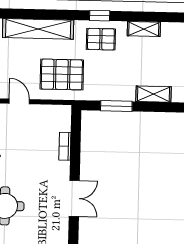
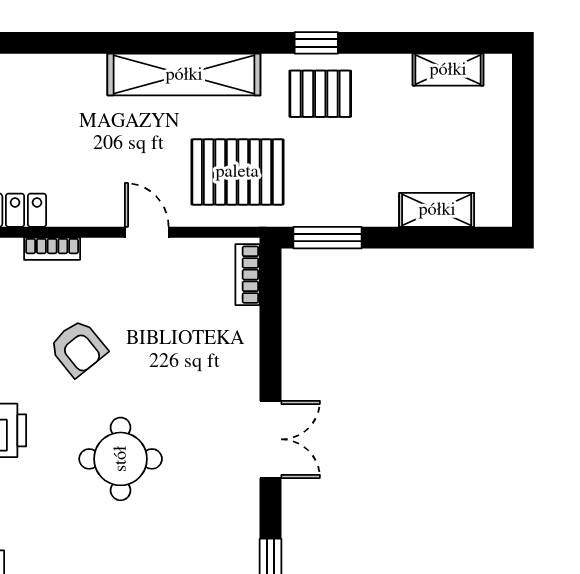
shelving: (144, 29) -> (448, 70), moved
window: (116, 106) -> (328, 238), moved
bookcase: (65, 146) -> (248, 275), moved

